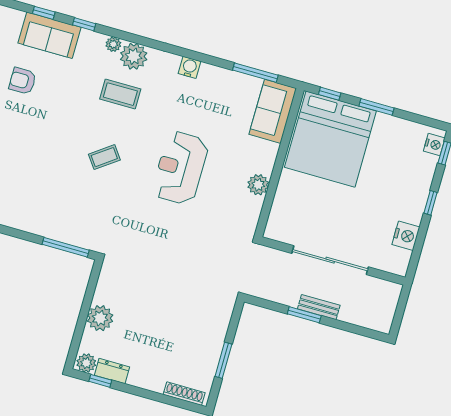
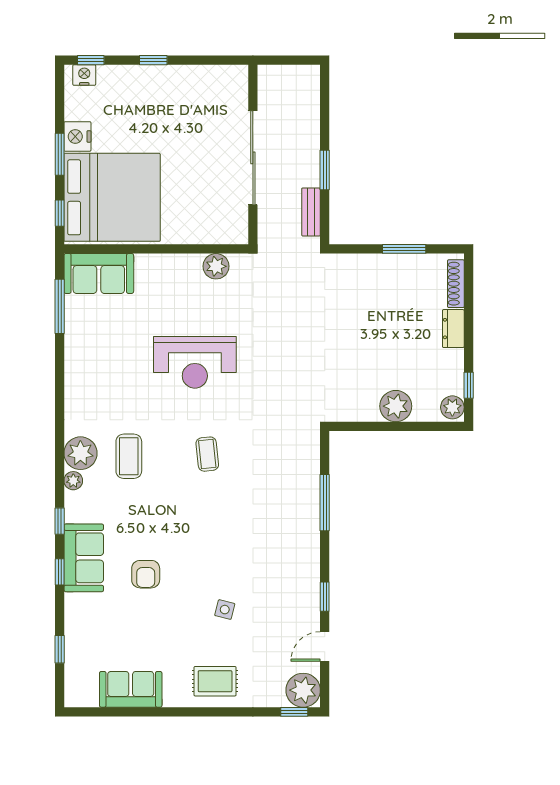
water cooler: (189, 67) -> (75, 385), removed
coffee table: (104, 157) -> (207, 454), turned 30
plant: (258, 185) -> (216, 266), moved
nightstand: (406, 236) -> (77, 136), moved, turned -90
window: (66, 247) -> (325, 503), moved
bench: (319, 307) -> (311, 212), moved
dresser: (112, 371) -> (453, 329), moved

